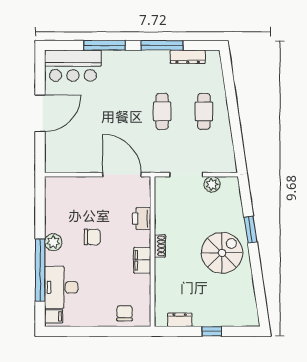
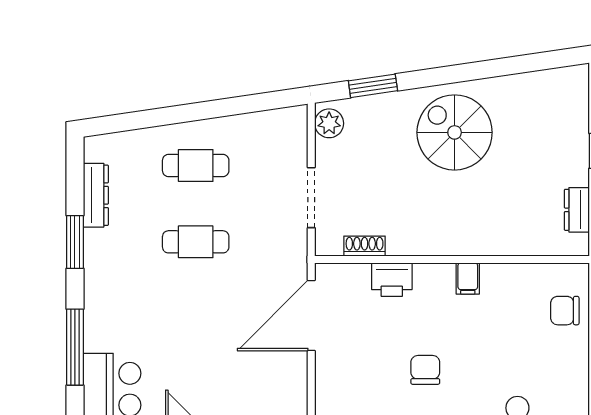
window: (162, 45) -> (75, 242), width x0.69
plant: (212, 184) -> (329, 123), moved
window: (251, 230) -> (373, 86), moved
shoe rack: (160, 246) -> (365, 246), moved
filing cabinet: (142, 260) -> (468, 278), width x0.50

